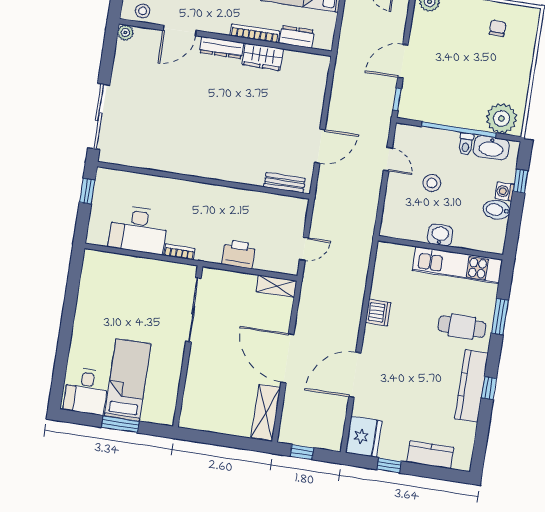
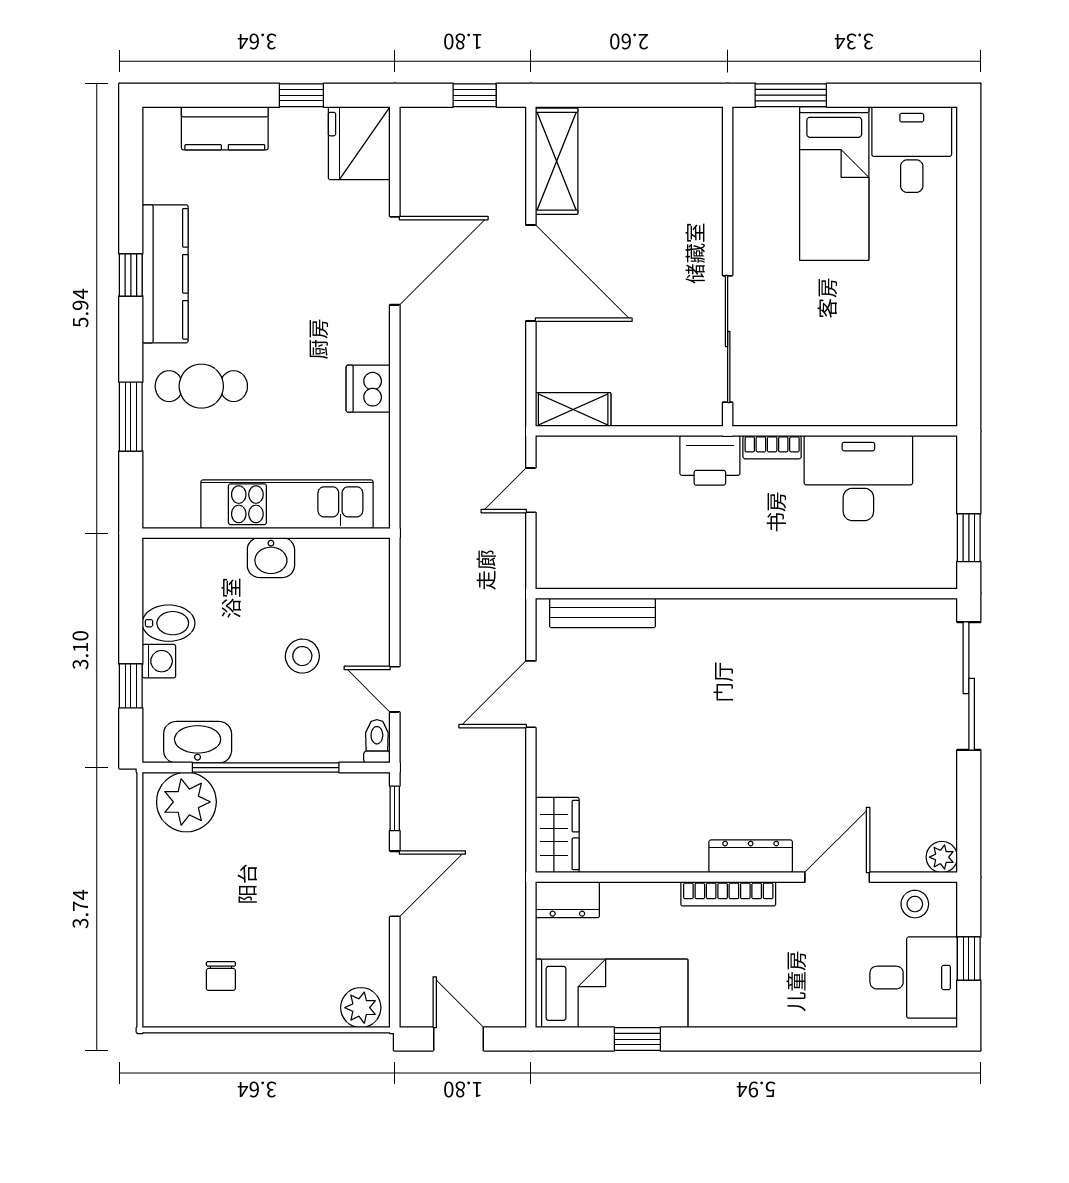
bookcase: (255, 33) -> (728, 894), moved
dresser: (297, 37) -> (567, 900), moved
wardrobe: (263, 57) -> (557, 835), moved, turned 90
toilet: (466, 144) -> (377, 741), moved
bench: (285, 183) -> (602, 613), width x1.36
printer: (239, 254) -> (710, 460), moved
kitchen unit: (457, 265) -> (287, 504), moved
window: (120, 424) -> (791, 95), moved

